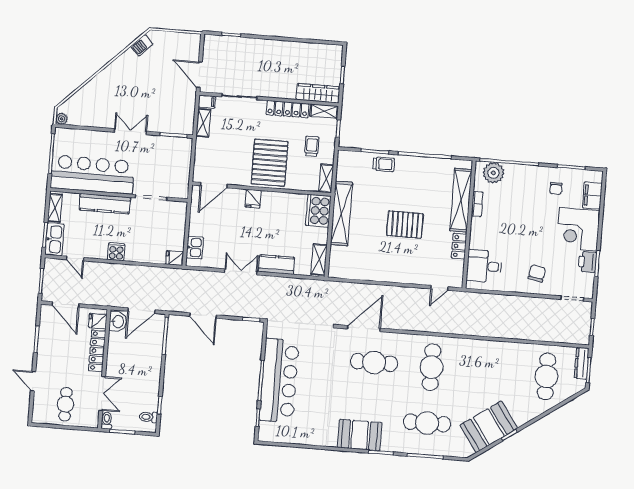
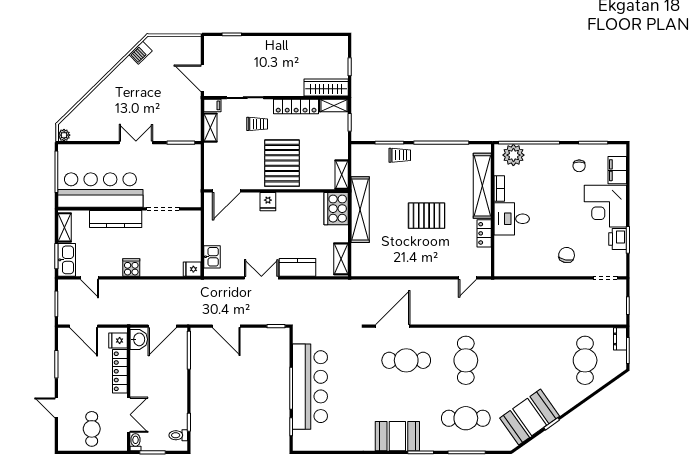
trolley: (312, 146) -> (257, 124), moved, turned 90
desk: (484, 266) -> (512, 219), moved
dresser: (582, 363) -> (620, 339), width x0.70

